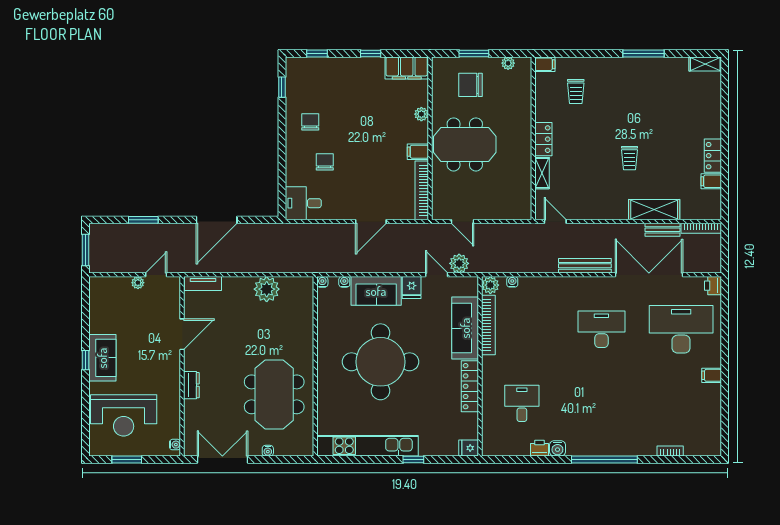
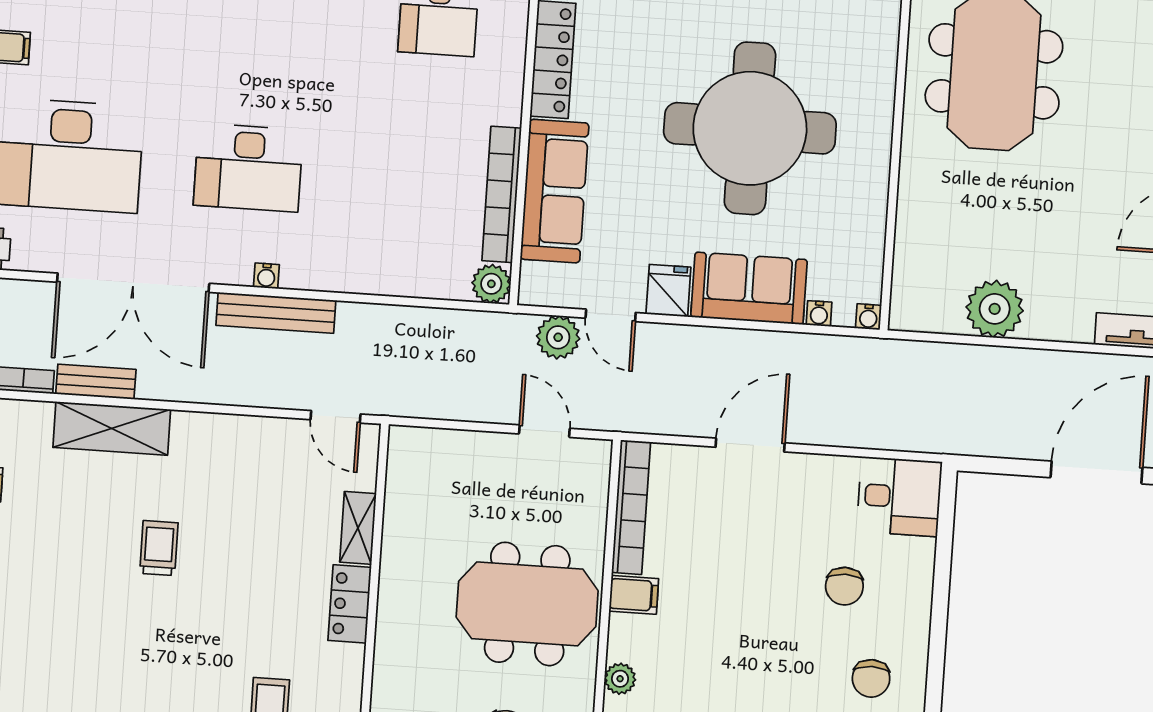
water cooler: (512, 282) -> (266, 276), moved

